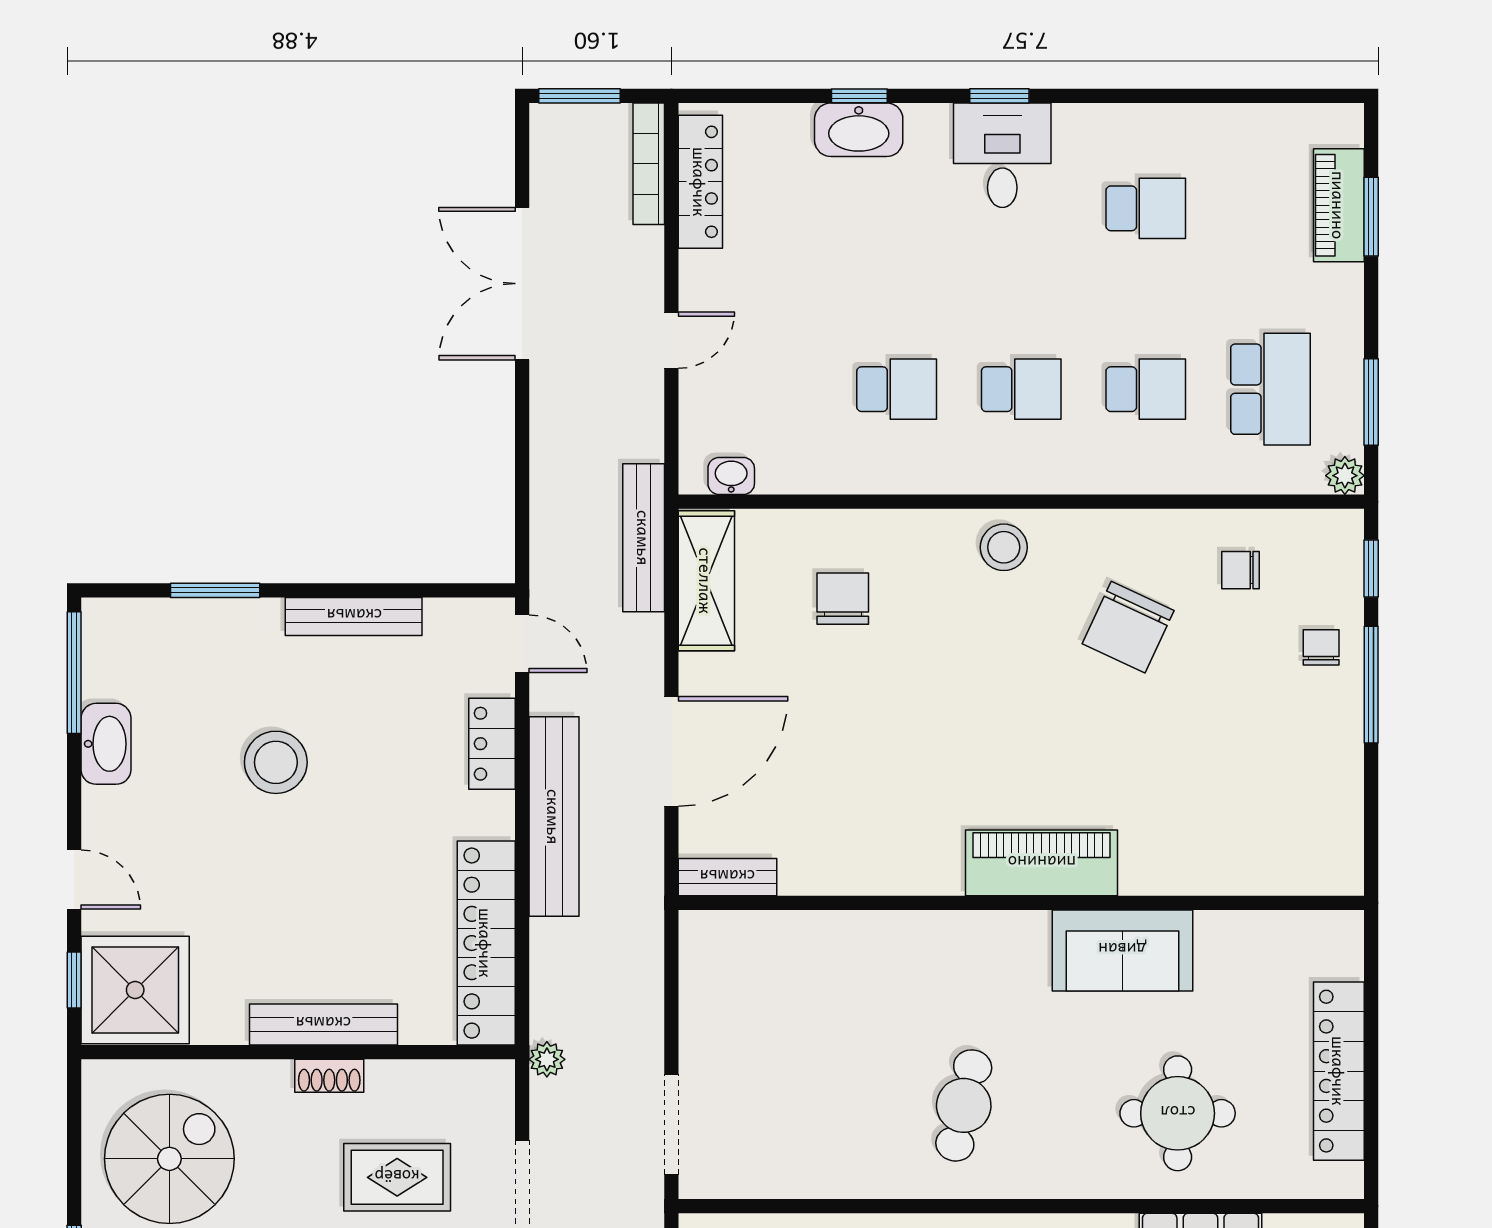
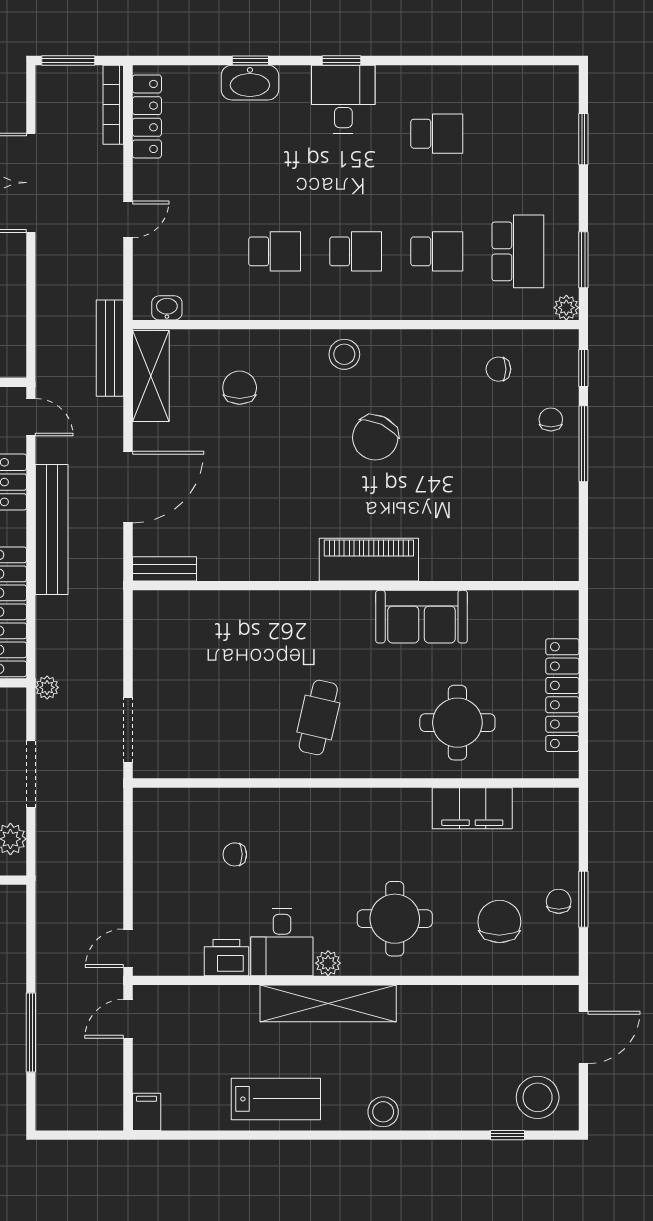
piano: (1339, 205) -> (562, 132), removed
chair: (1128, 627) -> (375, 438), moved

